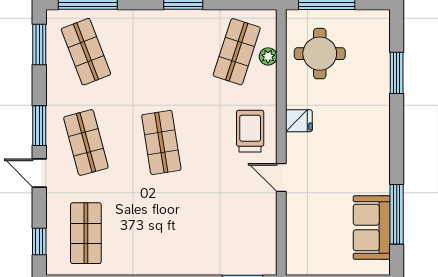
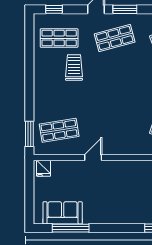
fridge: (299, 121) -> (44, 168), moved
trolley: (250, 131) -> (74, 67), moved, turned -90
shop shelf: (161, 142) -> (59, 130), moved

